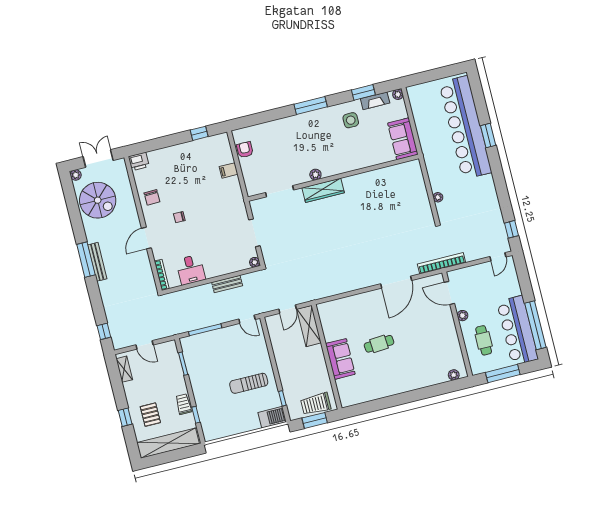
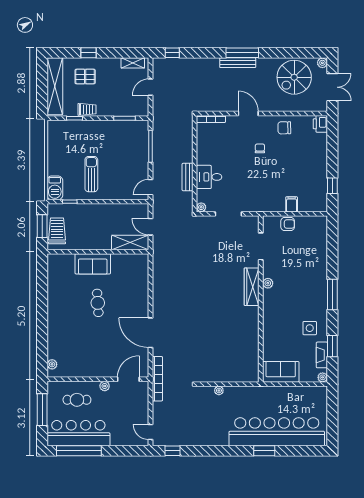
armchair: (245, 150) -> (288, 224), moved
desk: (191, 270) -> (209, 177), moved

